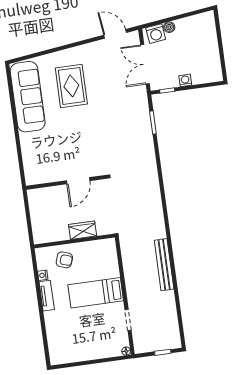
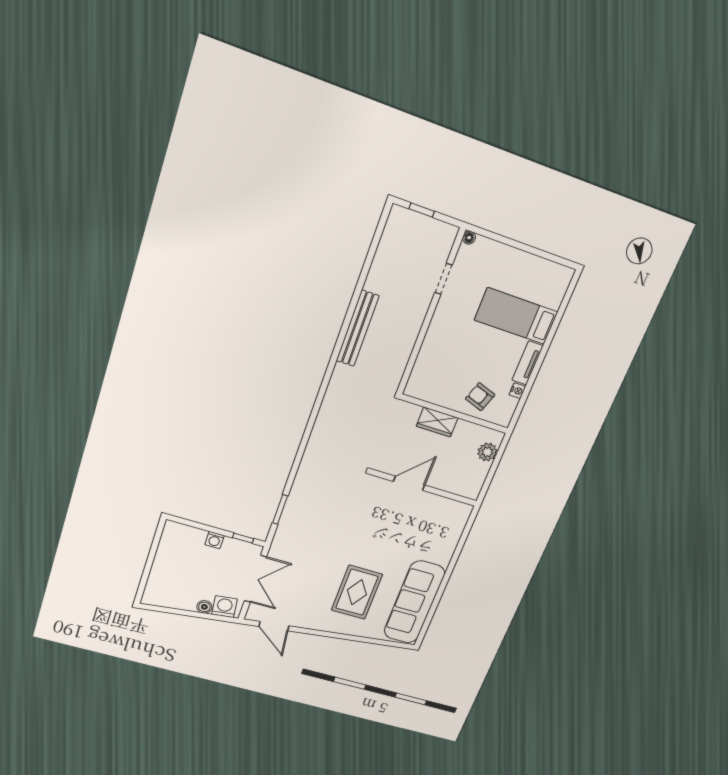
plant: (39, 226) -> (487, 452), added
bed: (96, 293) -> (516, 316), moved, turned 180

